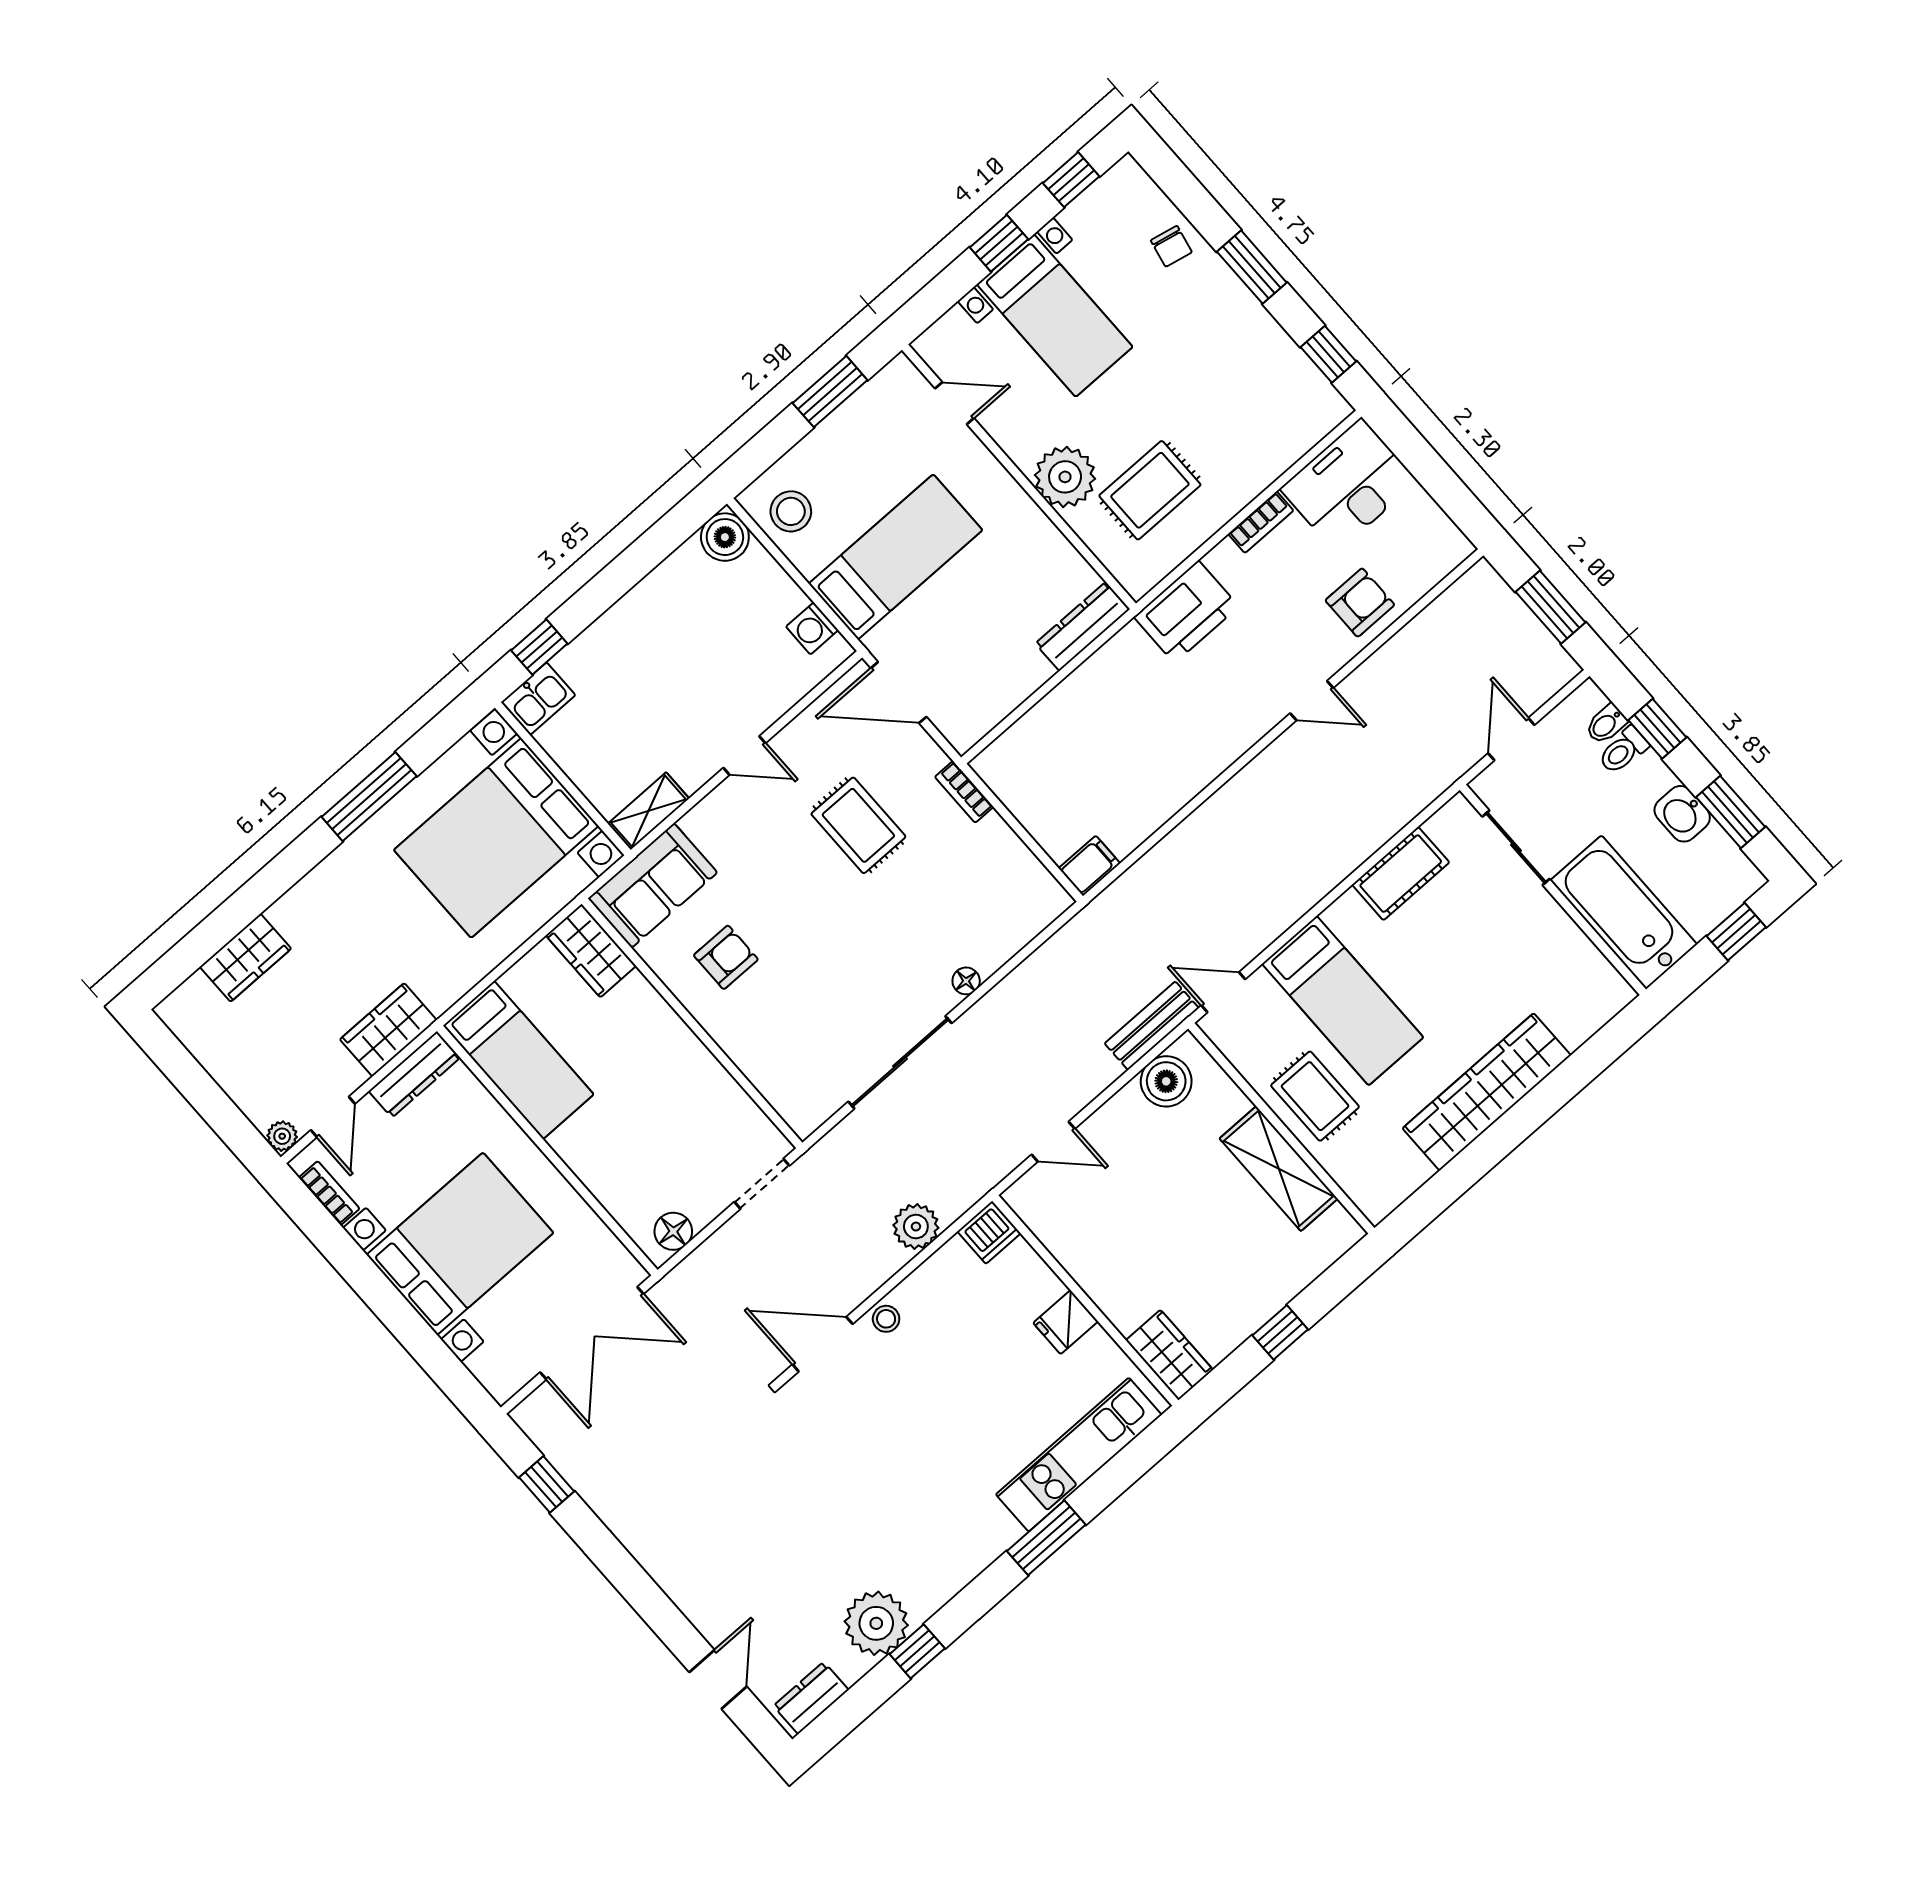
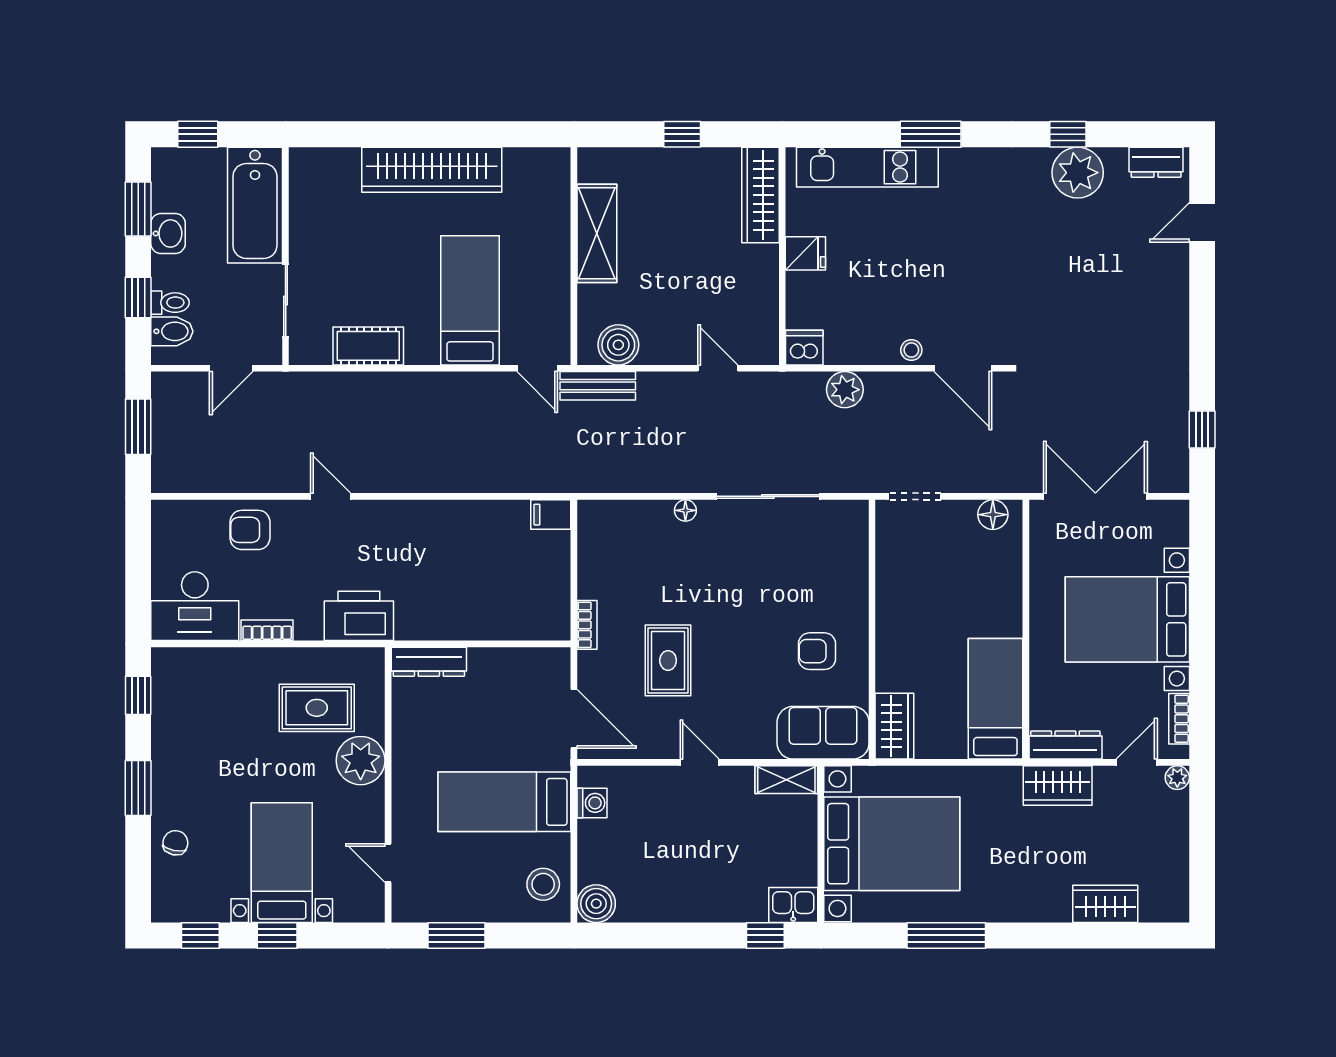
bidet: (1606, 724) -> (172, 331), width x1.38, depth x1.36
rug: (1315, 1096) -> (537, 258), removed
wardrobe: (1169, 1355) -> (761, 195), width x1.50

